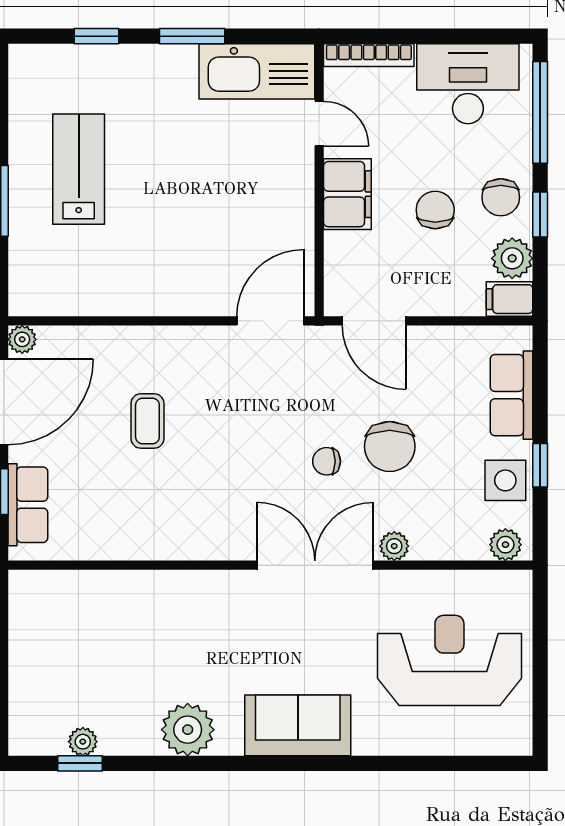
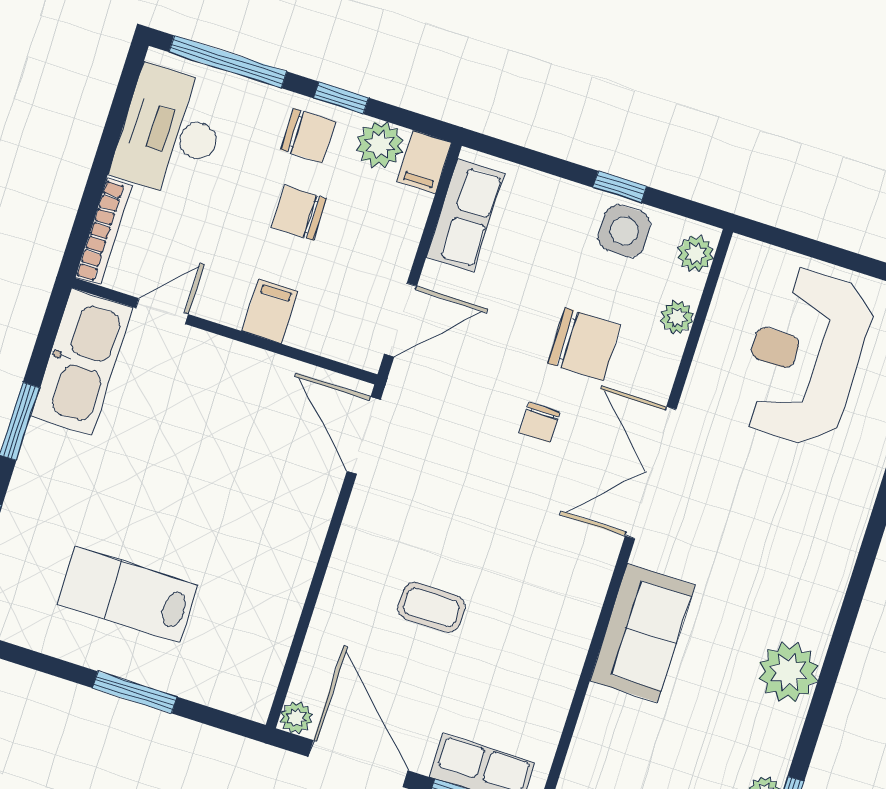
filing cabinet: (347, 194) -> (270, 311), width x0.50
row of seats: (511, 395) -> (465, 215), moved, turned -90
chair: (390, 446) -> (584, 344), moved
plant: (394, 546) -> (677, 317), moved
sofa: (298, 725) -> (642, 633), moved, turned 180

